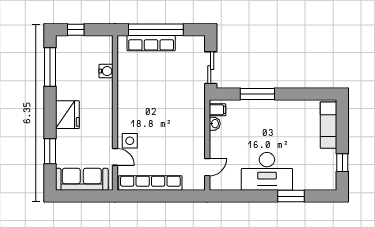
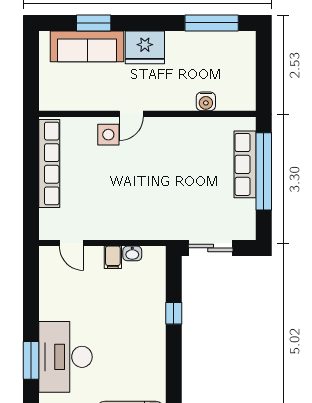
window: (76, 30) -> (264, 59), removed
window: (257, 94) -> (174, 313), width x0.46
filing cabinet: (217, 110) -> (113, 257), moved
door: (115, 157) -> (131, 114), moved
desk: (267, 171) -> (65, 357), moved
sofa: (82, 179) -> (87, 46), moved, turned 90

